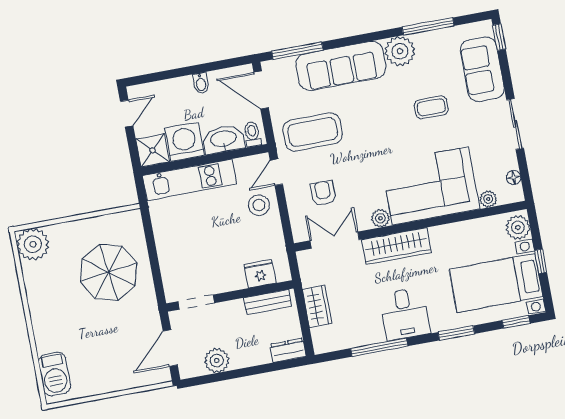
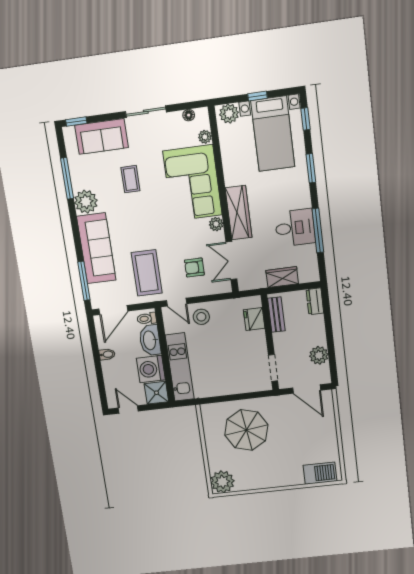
desk: (405, 314) -> (295, 228), moved

